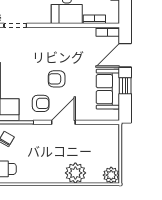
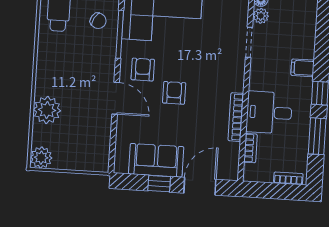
bookcase: (108, 32) -> (236, 117), moved, width x1.56
door: (125, 55) -> (200, 186), hinge flipped
armchair: (41, 103) -> (143, 70), turned 180

